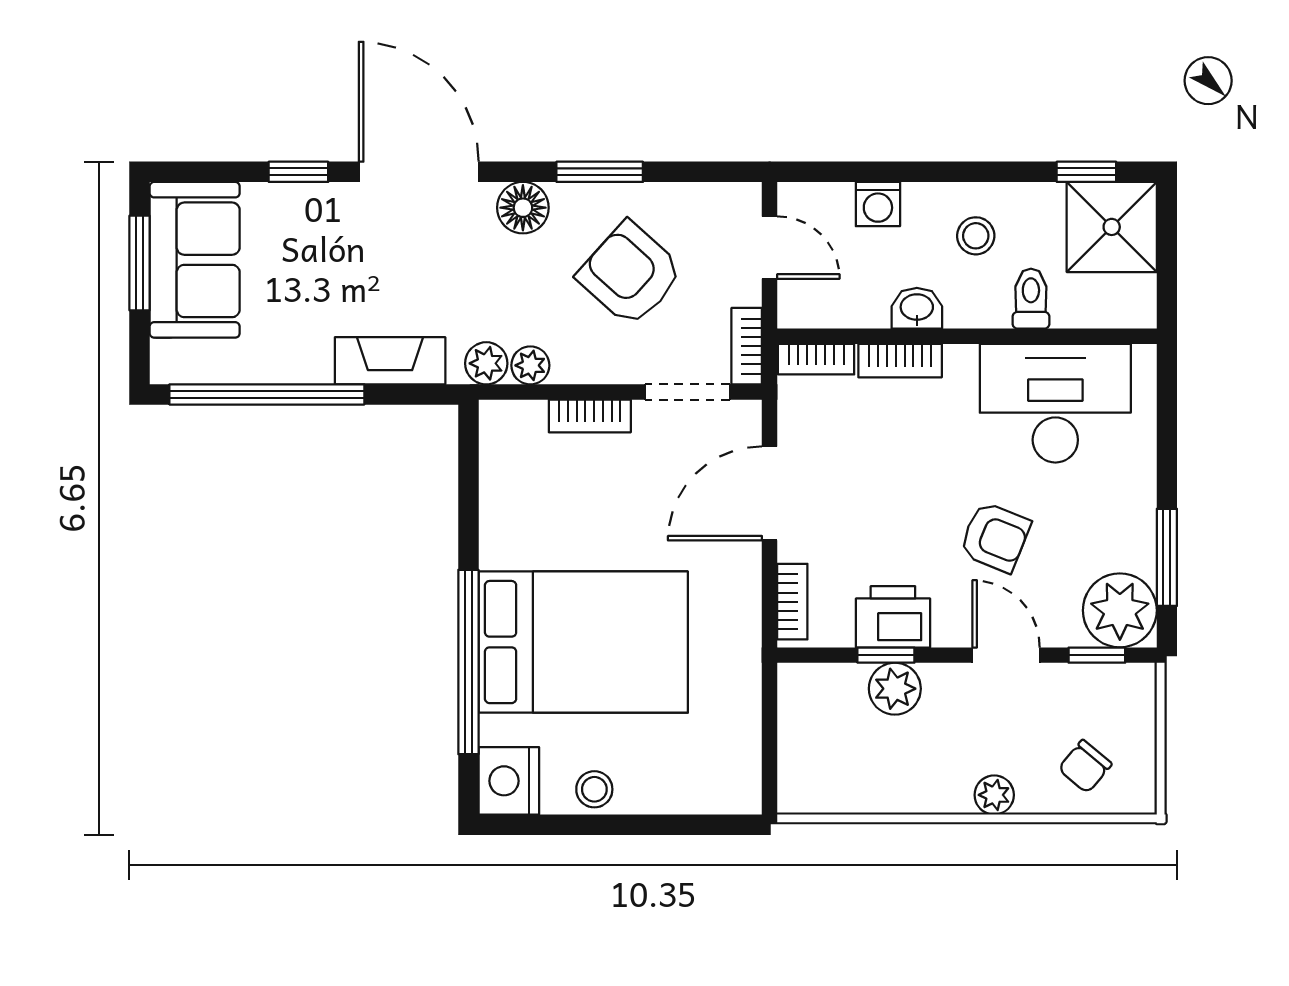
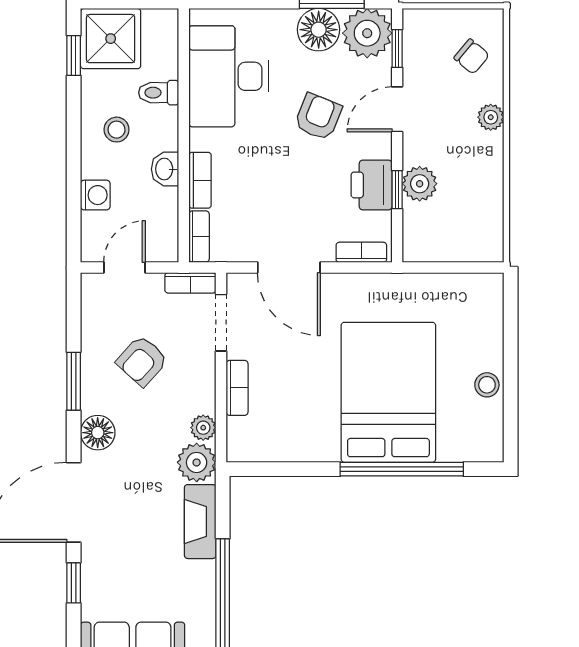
armchair: (630, 274) -> (142, 361), width x0.72, depth x0.72
plant: (486, 363) -> (197, 462), width x1.38, depth x1.38
floor lamp: (1125, 538) -> (319, 30), added
nightstand: (509, 781) -> (481, 442), removed

